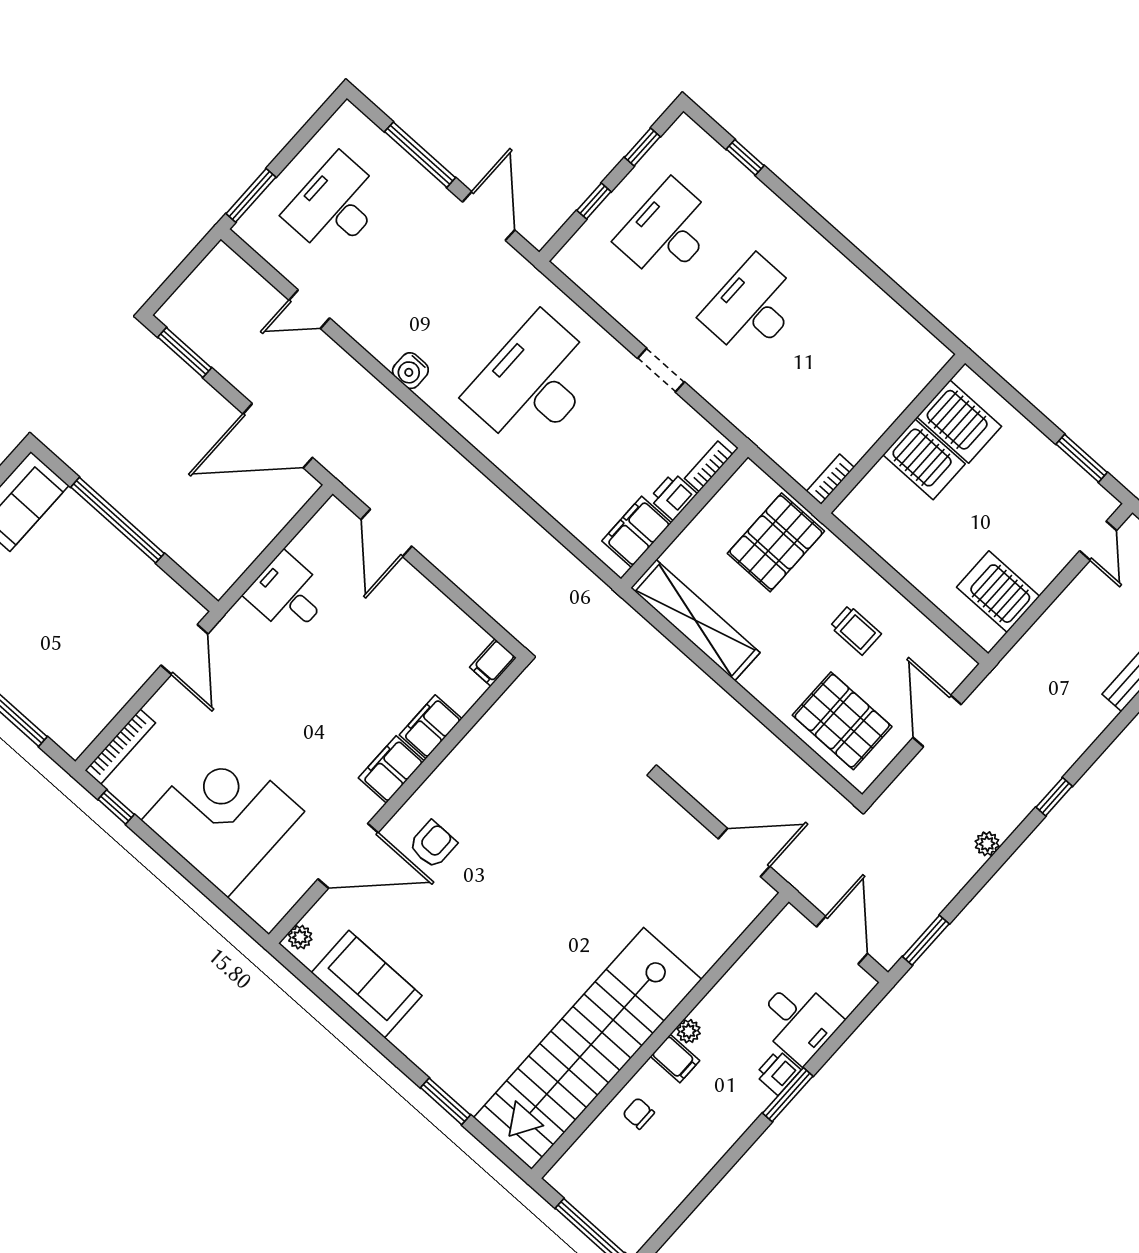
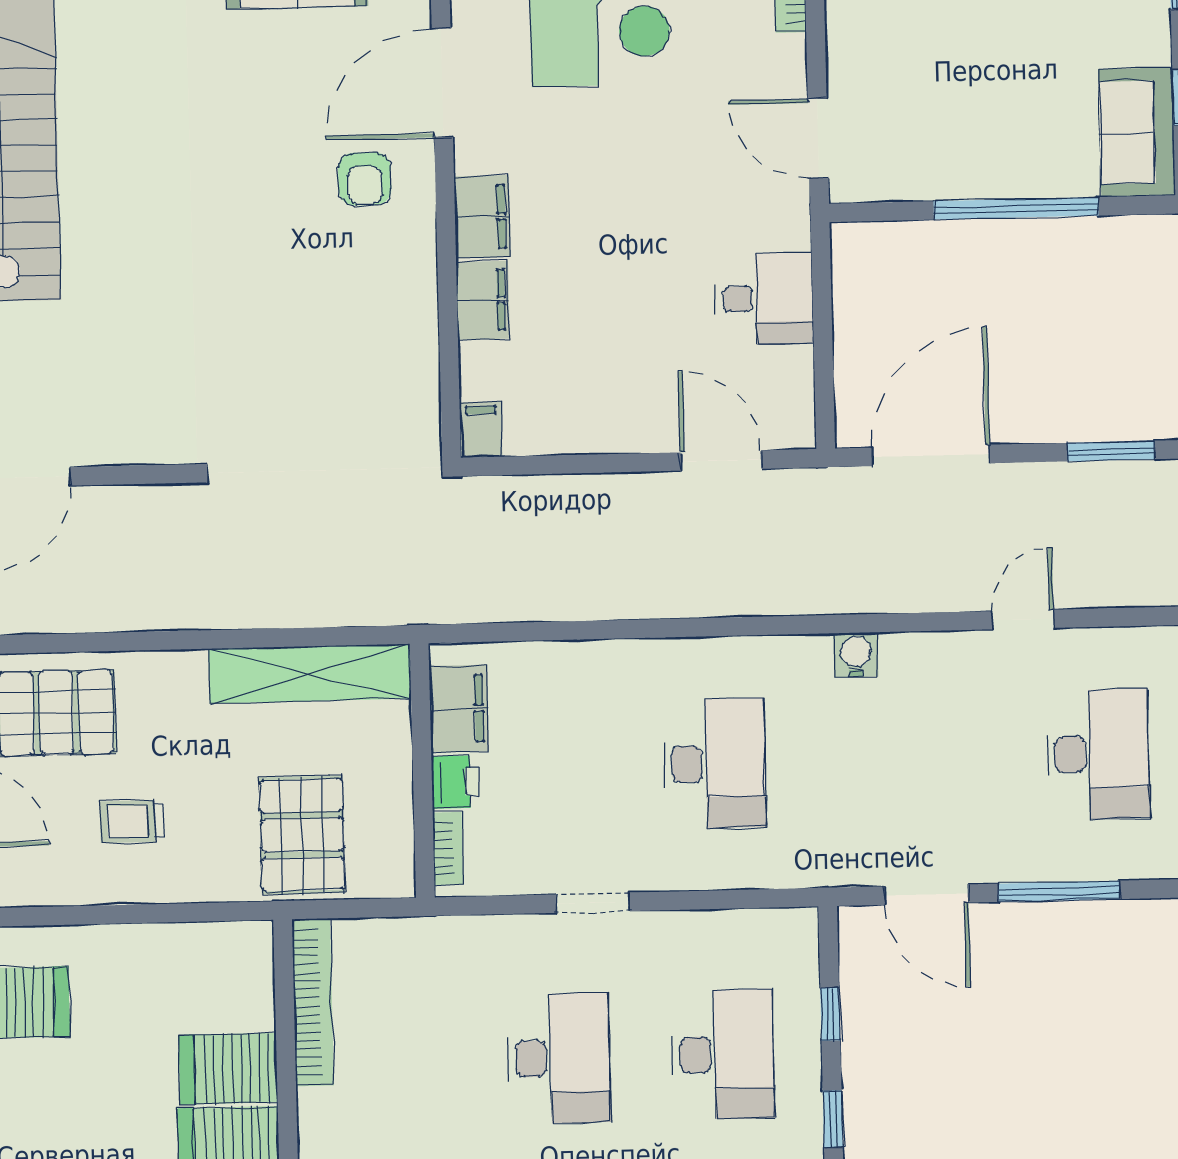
desk: (533, 383) -> (714, 763), width x0.73, depth x0.77
bookcase: (830, 479) -> (313, 1002), width x2.31, depth x1.31

